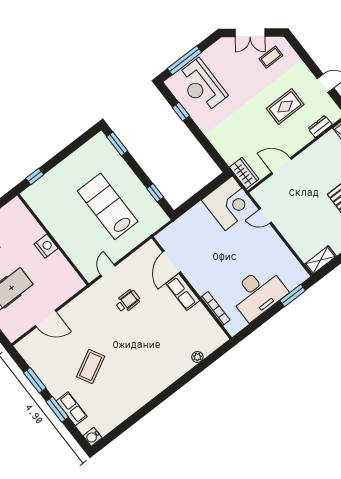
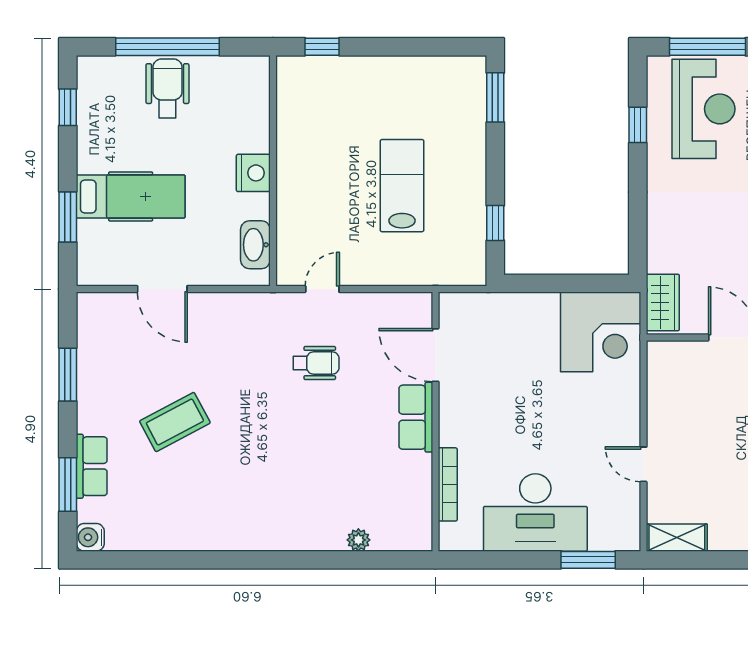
reception desk: (202, 86) -> (703, 109), turned 180
lab bench: (108, 206) -> (402, 186), width x0.73, depth x0.72
door: (265, 216) -> (643, 464), moved
door: (172, 262) -> (435, 355), hinge flipped
washbasin: (69, 273) -> (255, 245), added
window: (57, 409) -> (68, 485), moved

